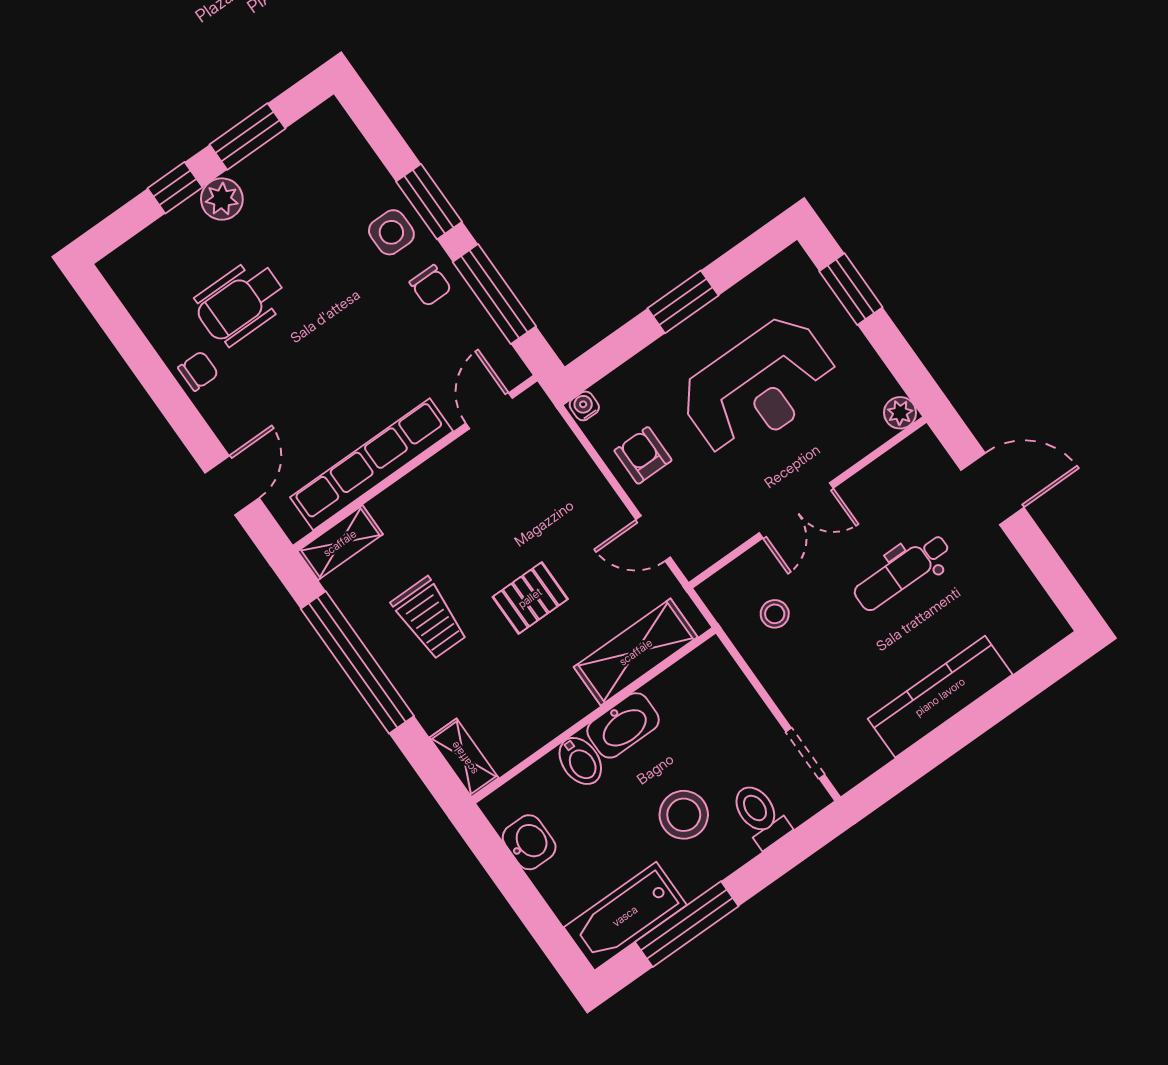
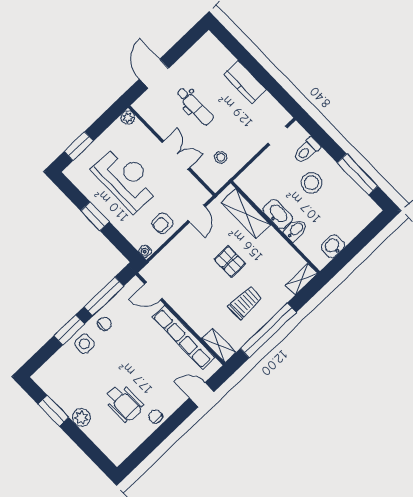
window: (175, 188) -> (80, 438), removed
kitchen counter: (940, 697) -> (245, 82), width x0.67
bathtub: (625, 916) -> (358, 201), removed

